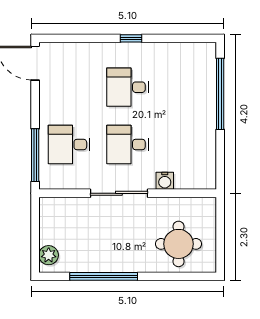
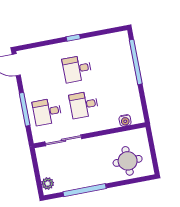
window: (35, 155) -> (25, 109), moved
water cooler: (165, 181) -> (125, 120), moved
sliding door: (119, 193) -> (63, 140), moved

